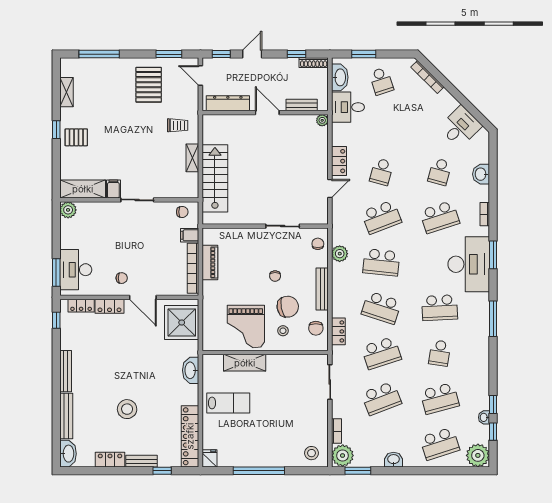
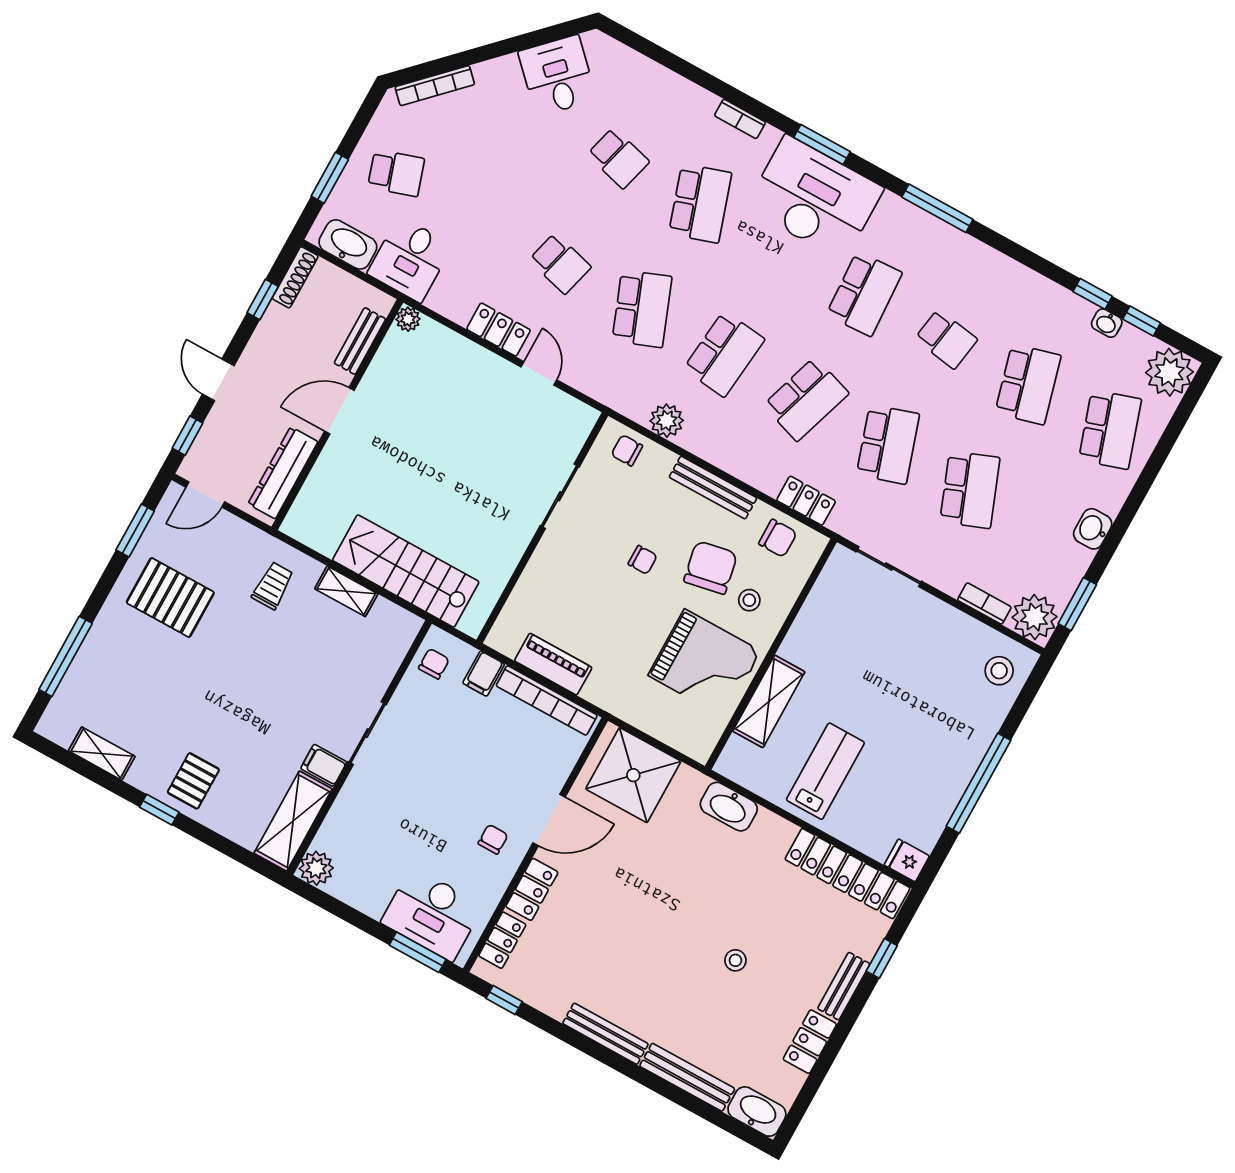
washbasin: (481, 174) -> (664, 86), removed
stool: (127, 409) -> (735, 960), width x0.53, depth x0.53

